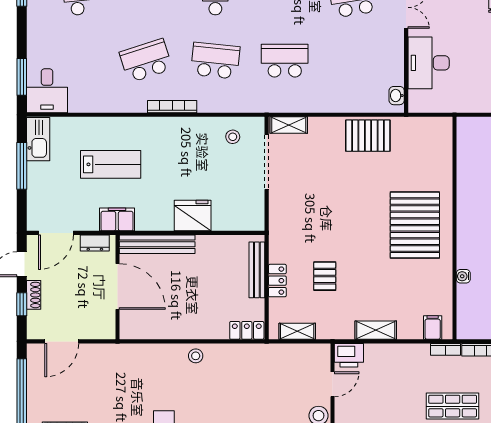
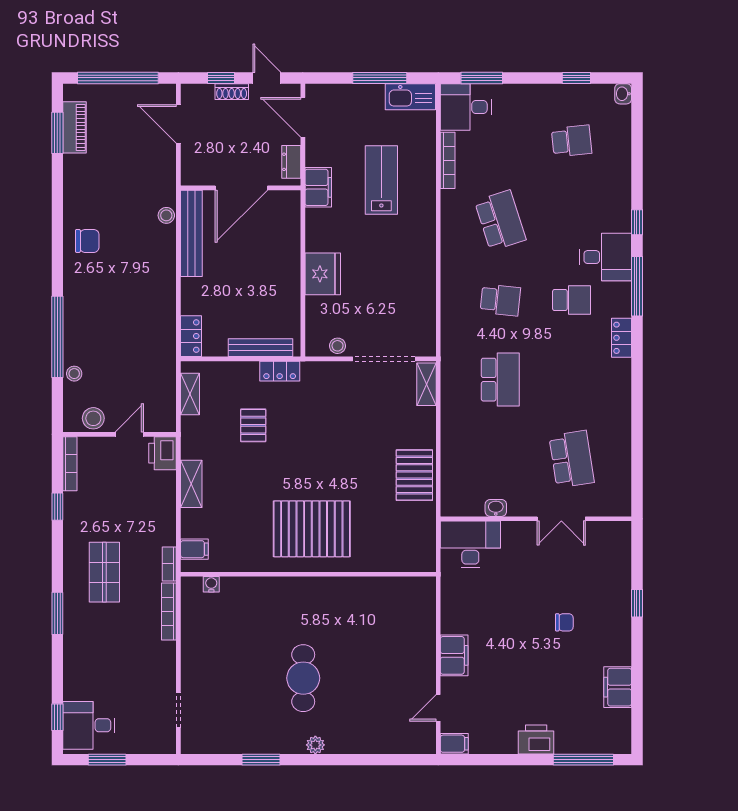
school desk: (215, 61) -> (500, 300), width x0.54
desk: (429, 63) -> (470, 544), moved
washbasin: (397, 96) -> (496, 508), moved
bookcase: (172, 107) -> (448, 160), moved
stool: (233, 137) -> (338, 346), moved
lab bench: (111, 164) -> (381, 180), turned 180
bench: (157, 244) -> (191, 233), moved
pallet: (325, 276) -> (253, 425), turned 90
water cooler: (463, 276) -> (211, 584), moved
locker: (277, 281) -> (280, 371), moved
stool: (196, 356) -> (166, 215), moved
door: (332, 384) -> (129, 434), swing flipped

